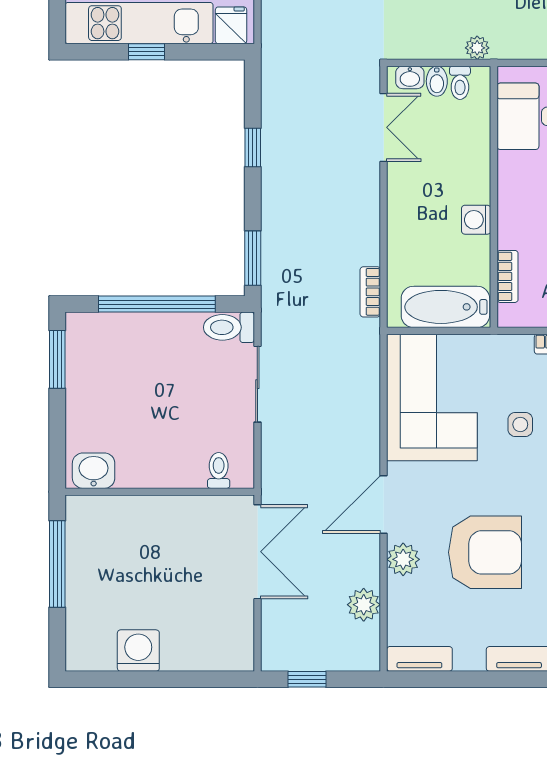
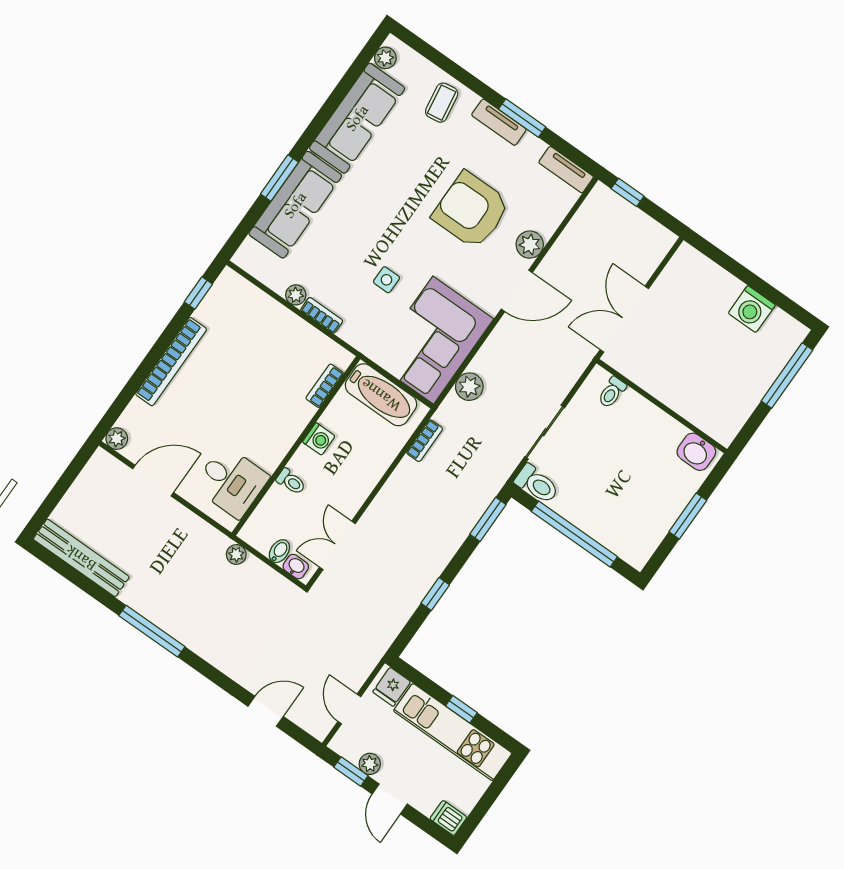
toilet: (460, 83) -> (291, 482), moved, turned 90
window: (57, 359) -> (688, 516), moved
window: (57, 564) -> (787, 376), moved
plant: (364, 605) -> (469, 387), moved
window: (307, 679) -> (628, 192), moved
window: (499, 679) -> (522, 118), added

